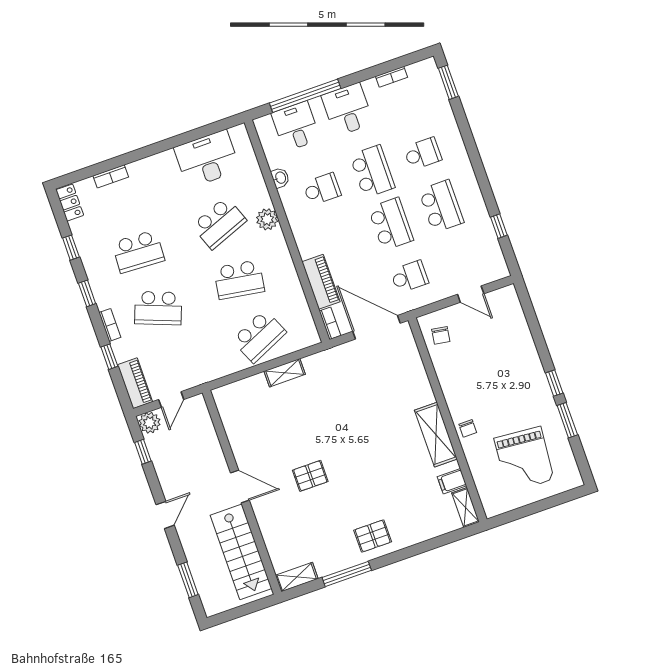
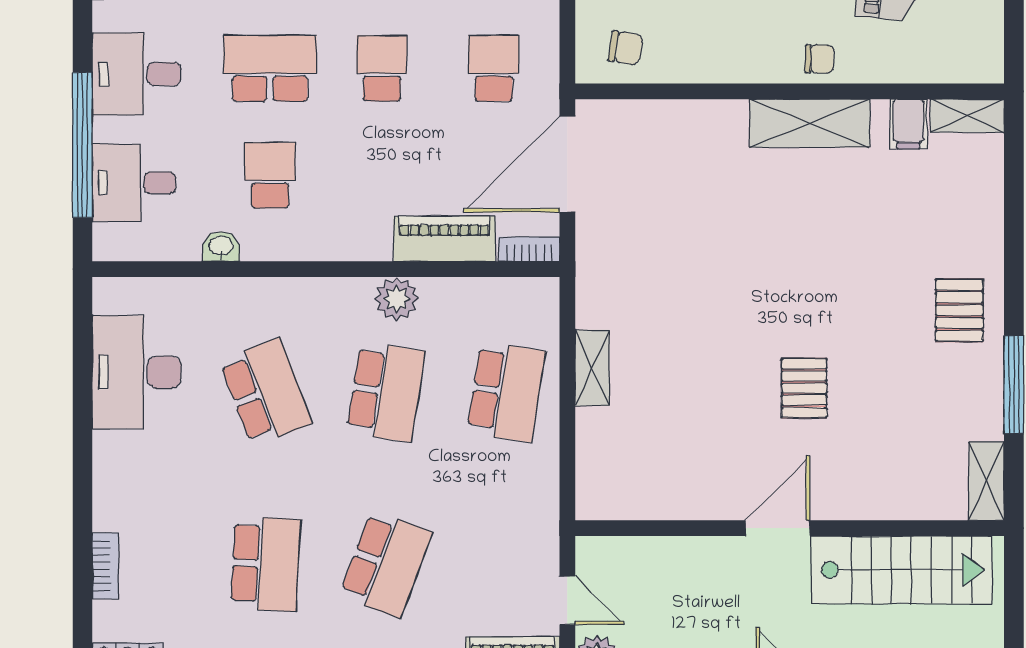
plant: (267, 219) -> (397, 299), moved
school desk: (391, 224) -> (382, 68), width x0.54
school desk: (259, 336) -> (506, 392), turned 33

